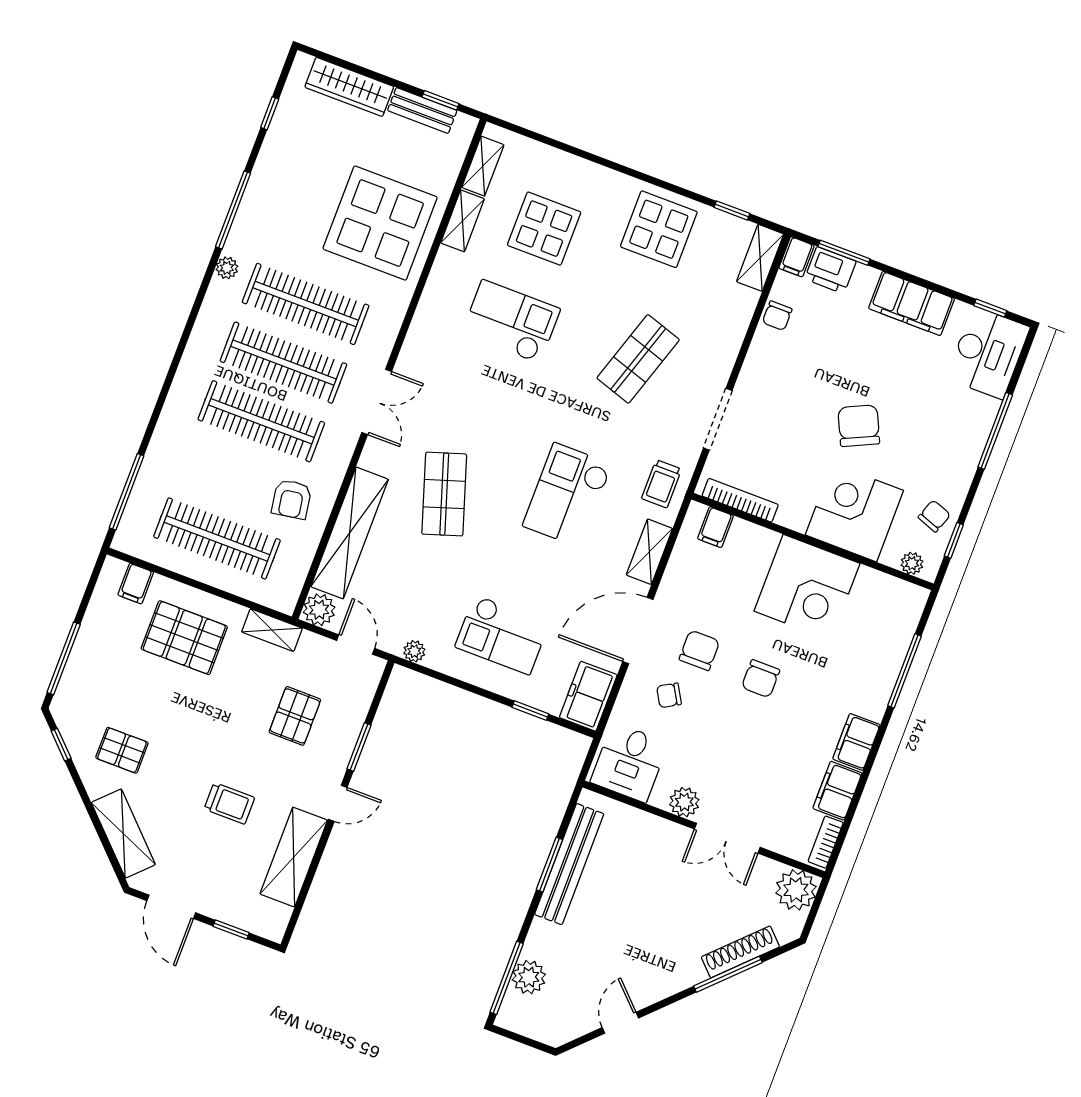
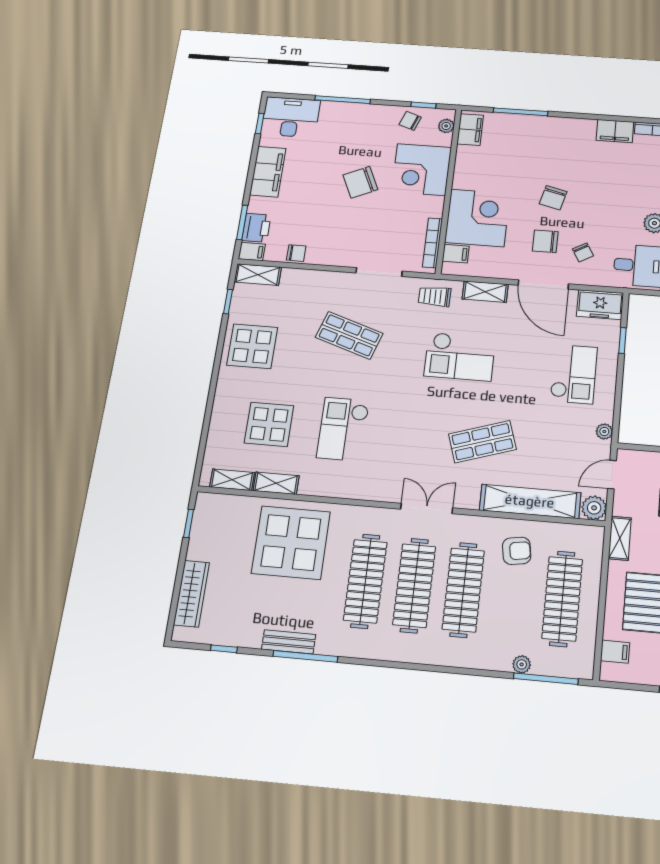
bench: (422, 110) -> (289, 642), moved, turned 90
plant: (227, 268) -> (522, 664), moved
trolley: (662, 484) -> (435, 296), turned 180
corner desk: (807, 587) -> (477, 218), moved
chair: (761, 679) -> (553, 198), turned 104
filing cabinet: (856, 742) -> (470, 129), moved, turned -90

